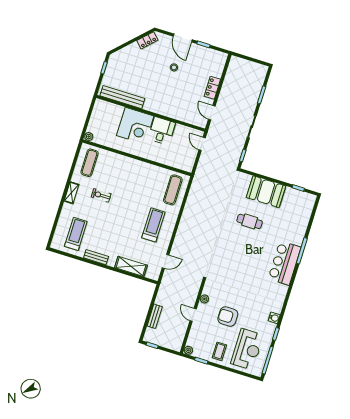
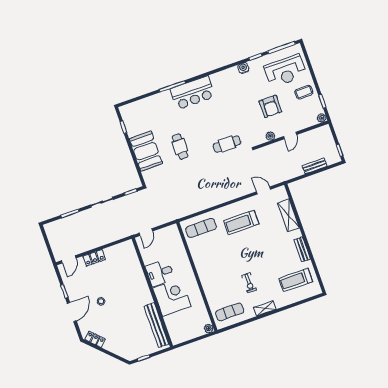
door: (212, 113) -> (69, 259), moved
cafe table: (224, 260) -> (227, 144), added
reception desk: (247, 349) -> (285, 71), turned 180

